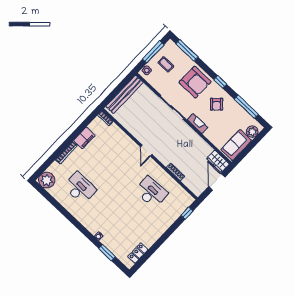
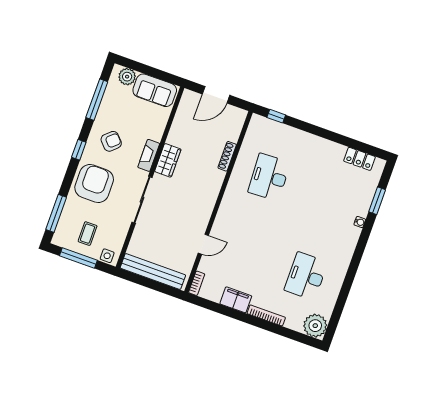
door: (146, 151) -> (203, 244), moved
wardrobe: (218, 161) -> (168, 160), moved

